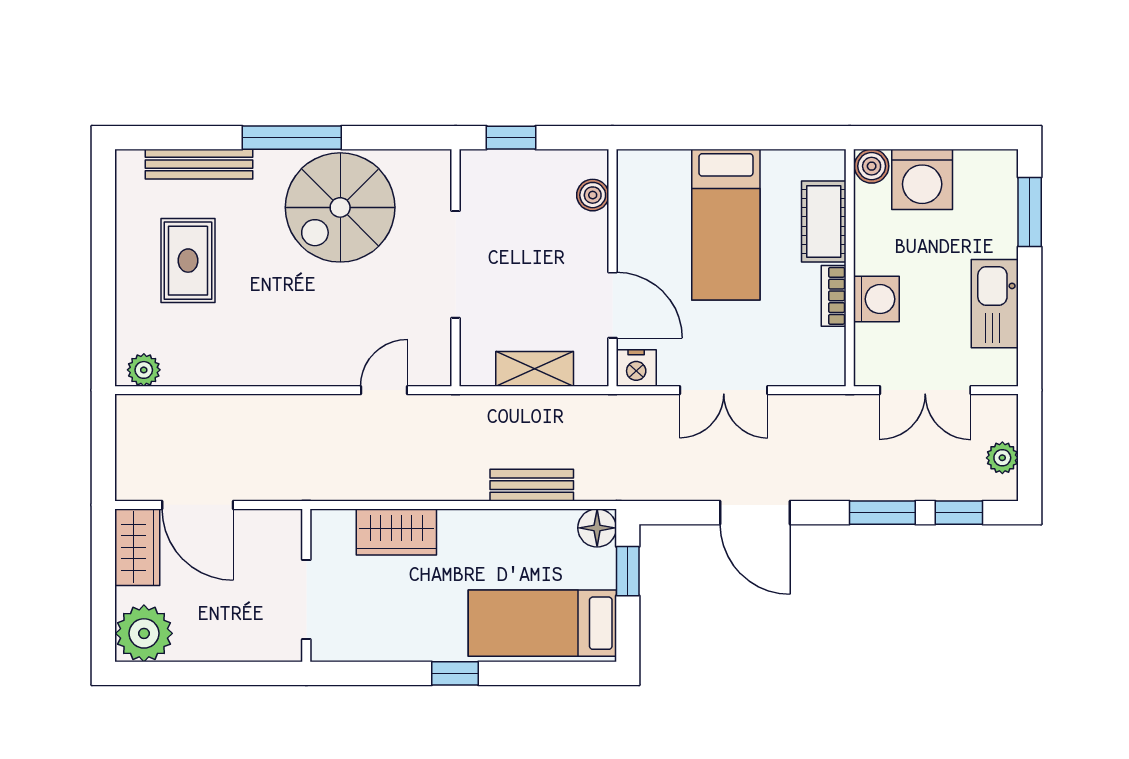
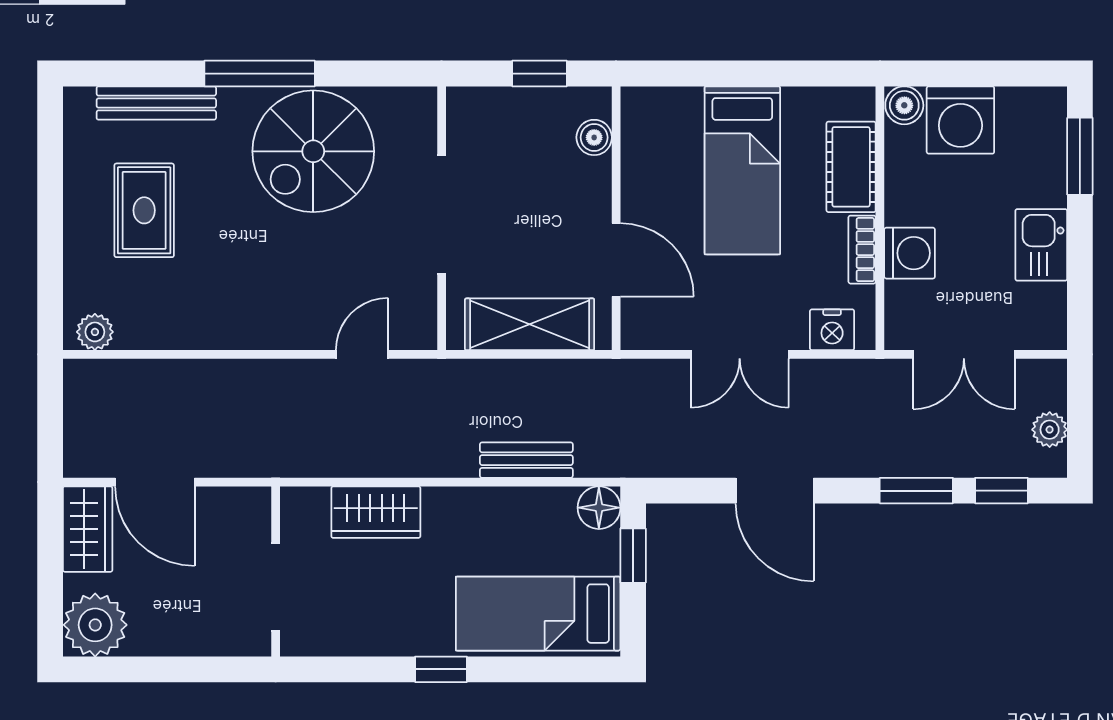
window: (511, 138) -> (539, 74), moved
kitchen sink: (995, 304) -> (1041, 245), width x0.73
nightstand: (636, 368) -> (832, 330), moved
shelving: (535, 369) -> (530, 324), width x1.50, depth x1.33

